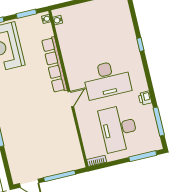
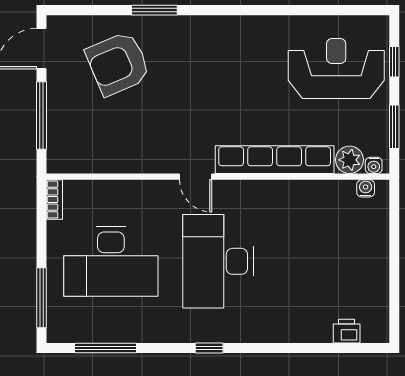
plant: (46, 31) -> (350, 160), added
window: (140, 44) -> (209, 348), moved
printer: (145, 98) -> (347, 331), moved
desk: (119, 128) -> (111, 261), turned 180
armchair: (28, 147) -> (118, 64), added

